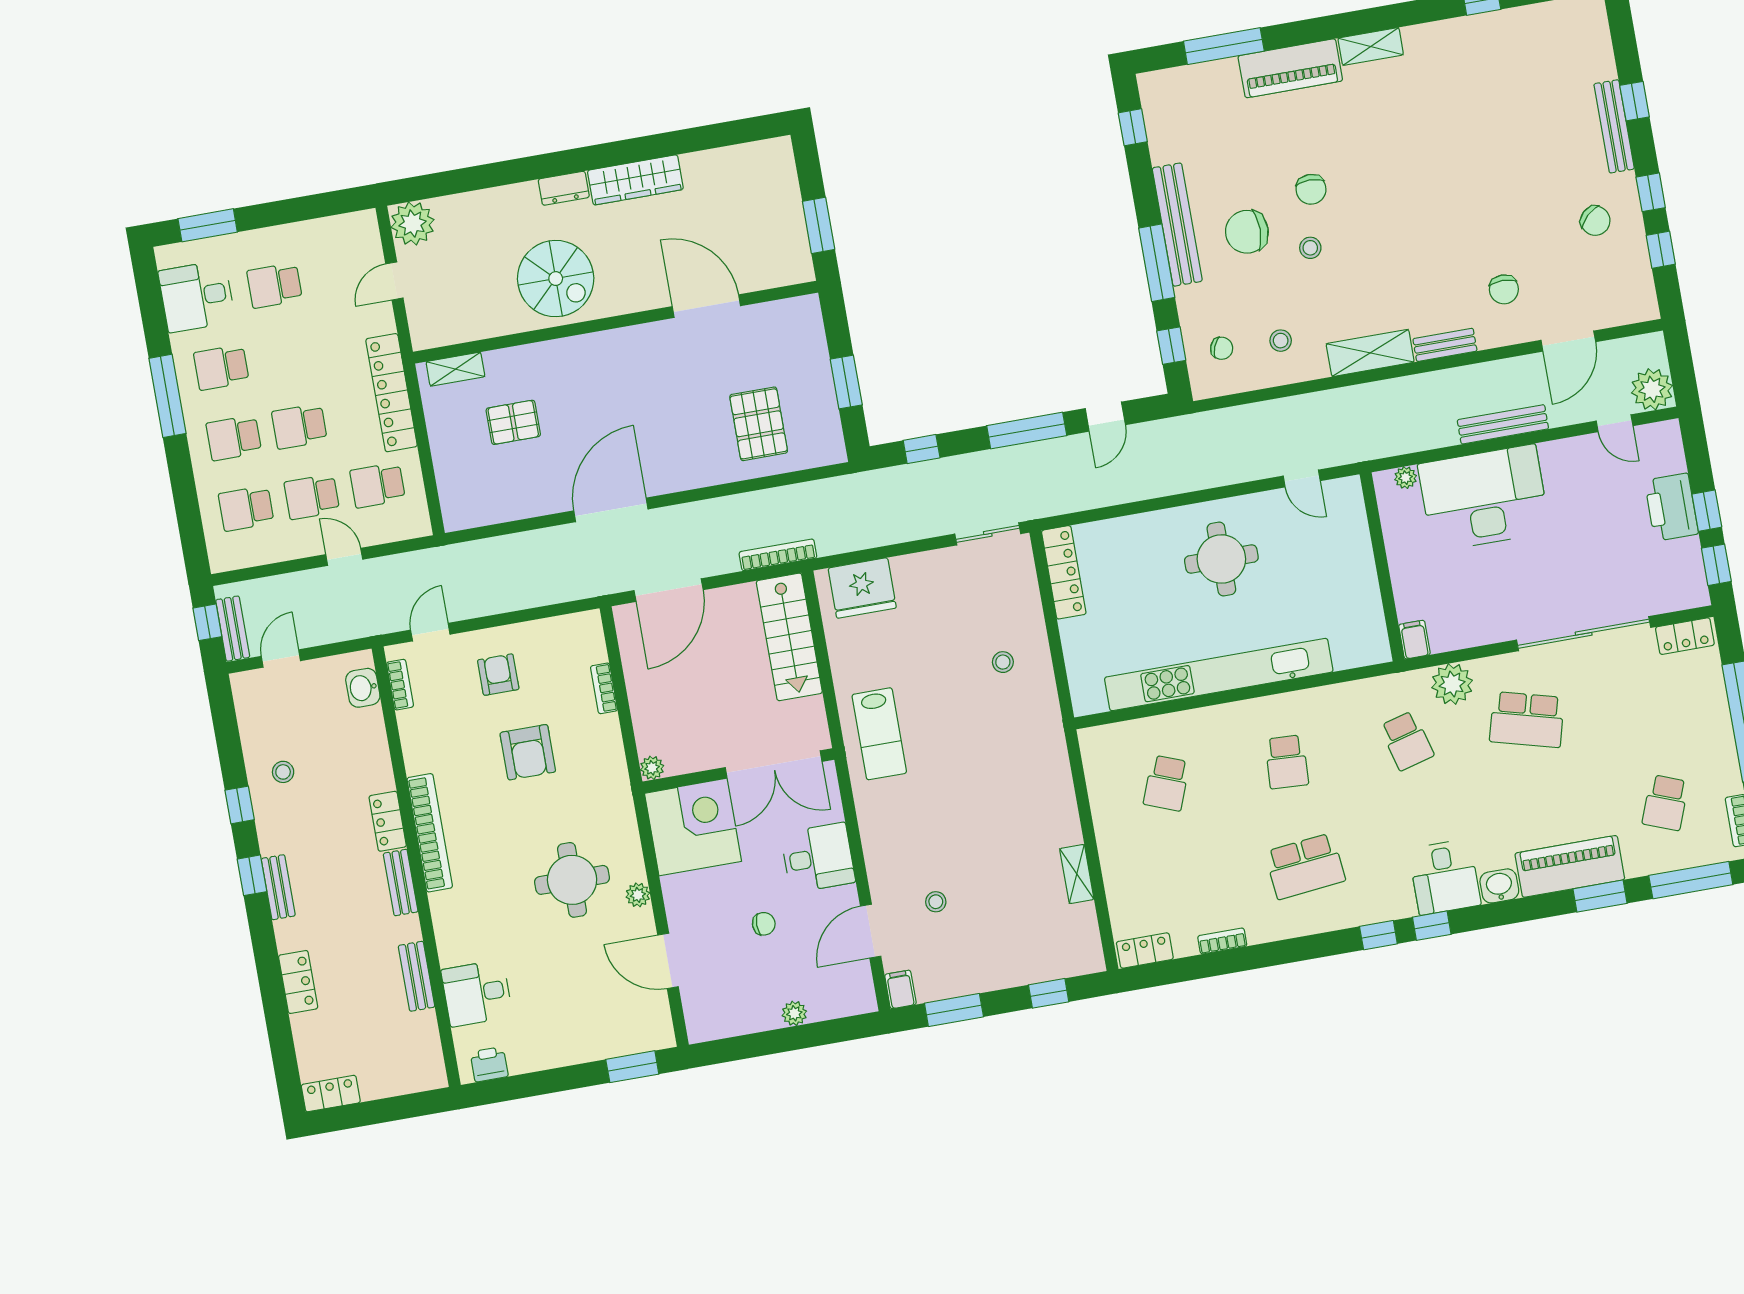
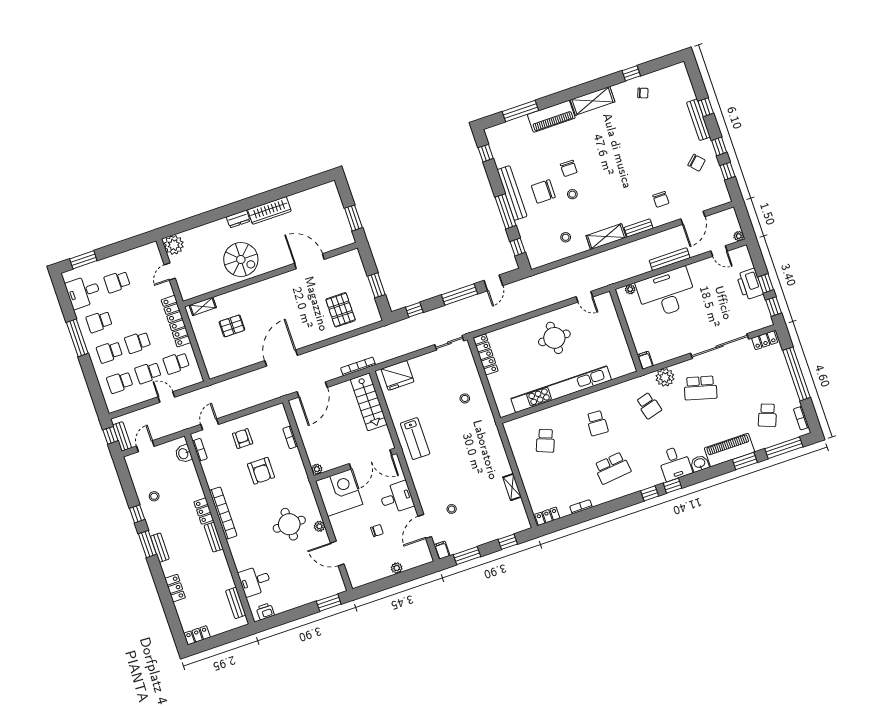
shelving: (1371, 46) -> (593, 101), width x1.50, depth x1.33
chair: (1222, 348) -> (643, 93), moved
plant: (1652, 389) -> (739, 236), width x0.53, depth x0.53
window: (252, 875) -> (147, 544), width x1.50
bench: (417, 976) -> (236, 603), moved

